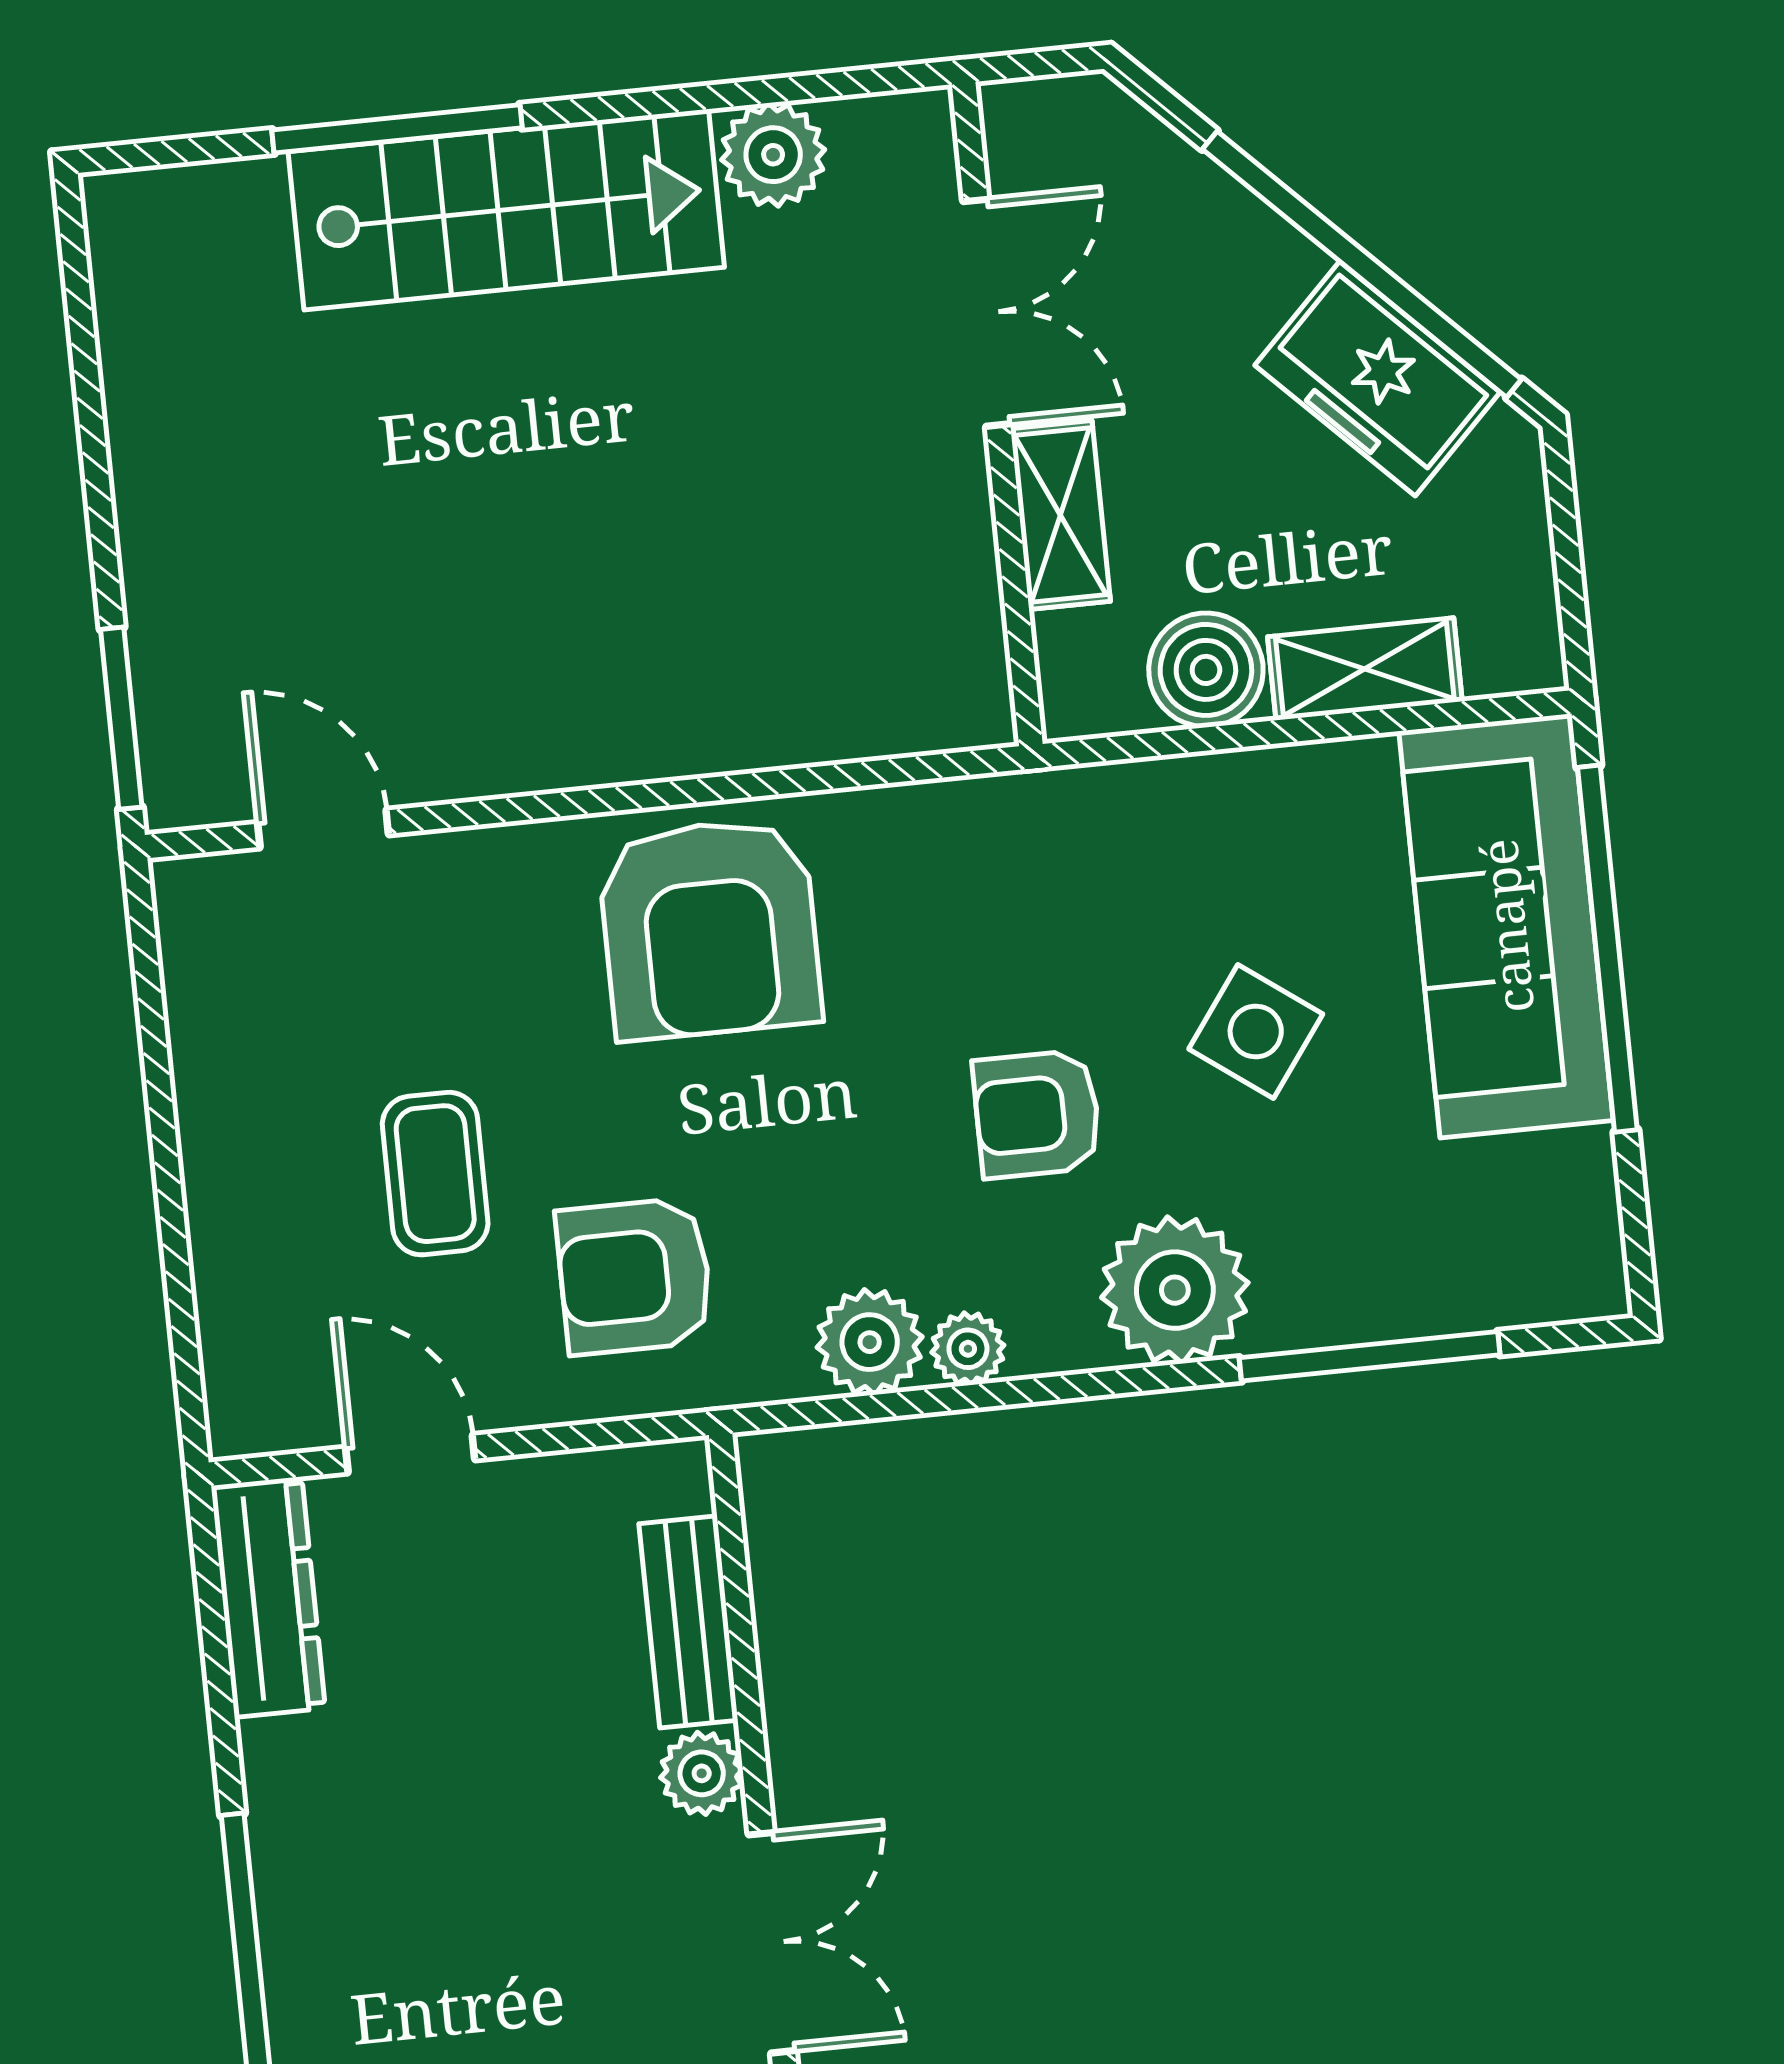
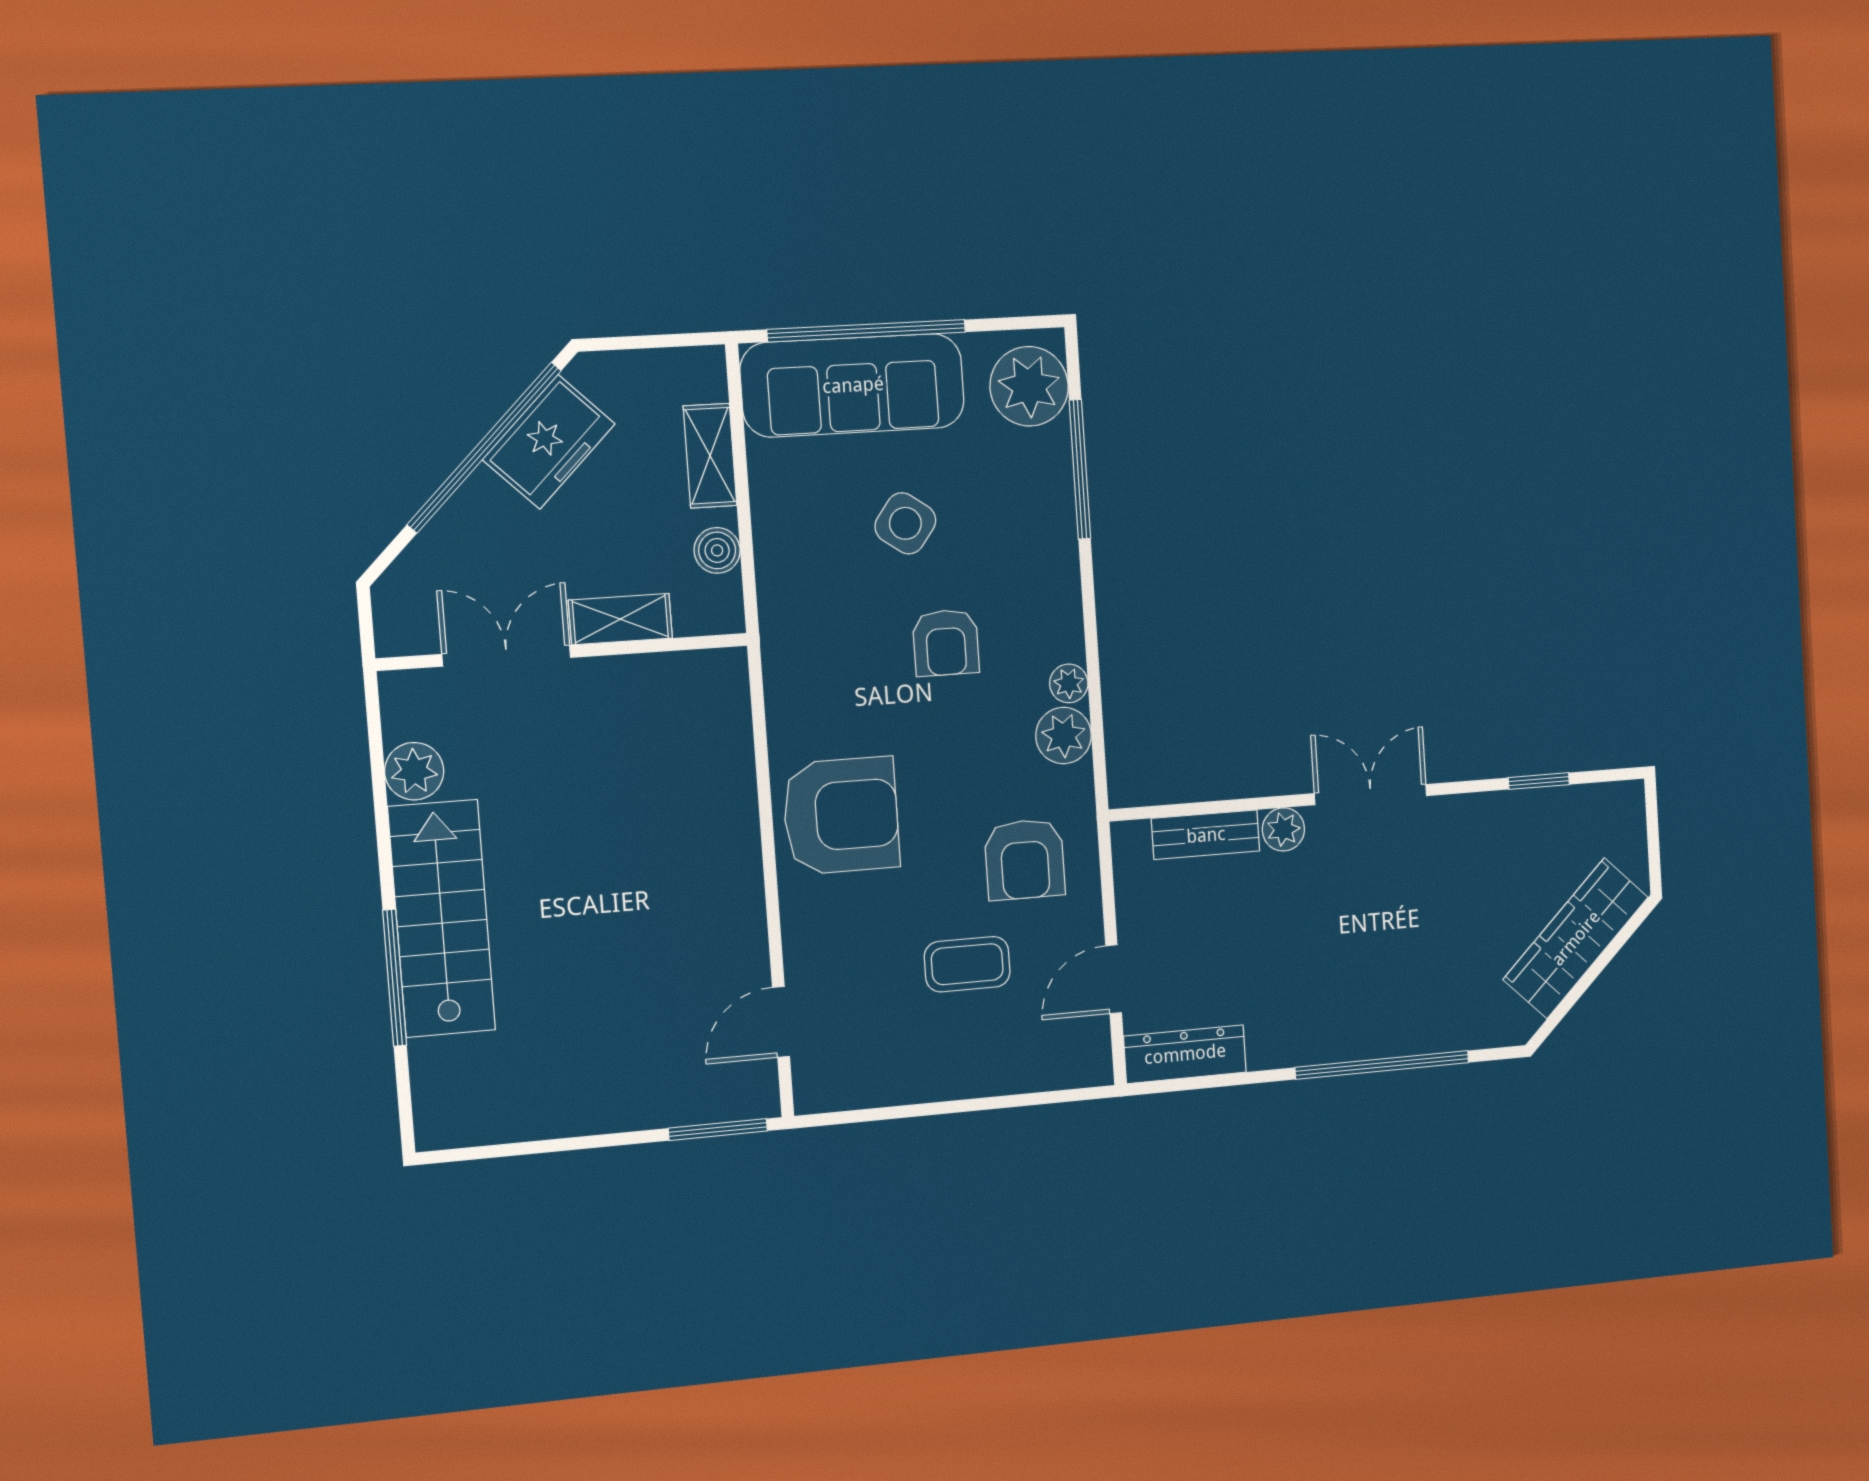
boiler: (1206, 670) -> (717, 550), width x0.73, depth x0.73
plant: (1175, 1290) -> (1029, 386), moved

